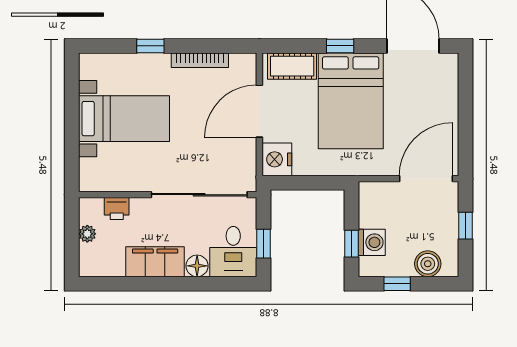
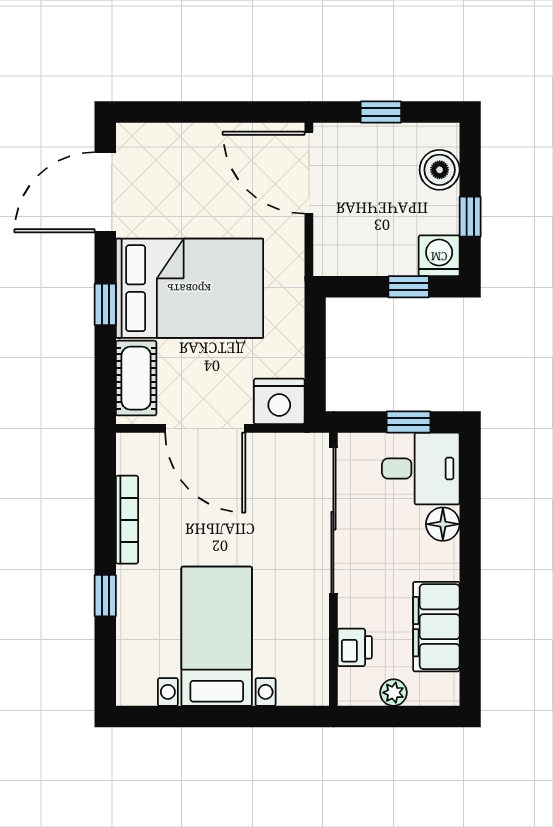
washing machine: (372, 242) -> (439, 256), moved
filing cabinet: (155, 262) -> (436, 627), moved

